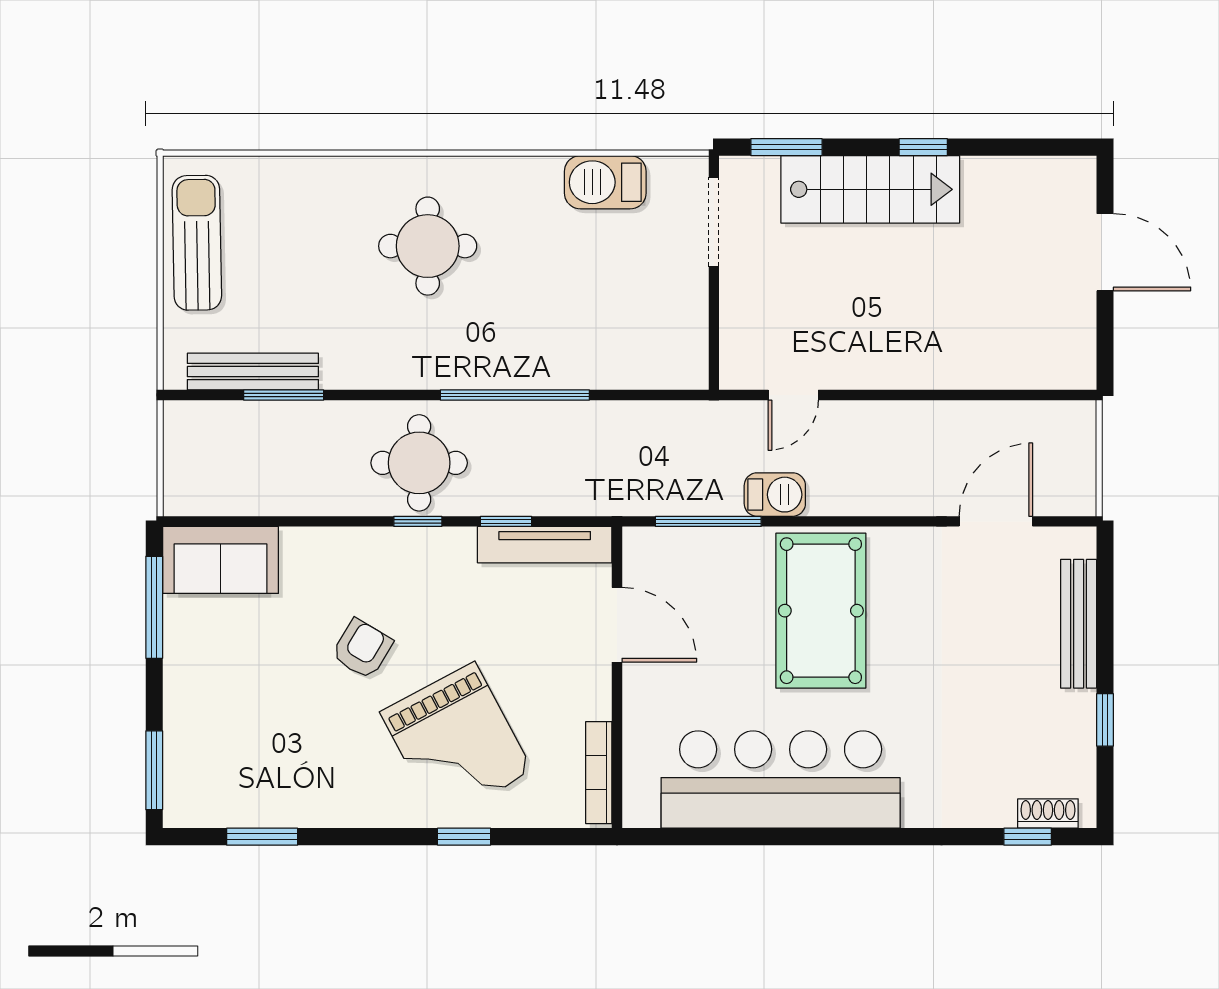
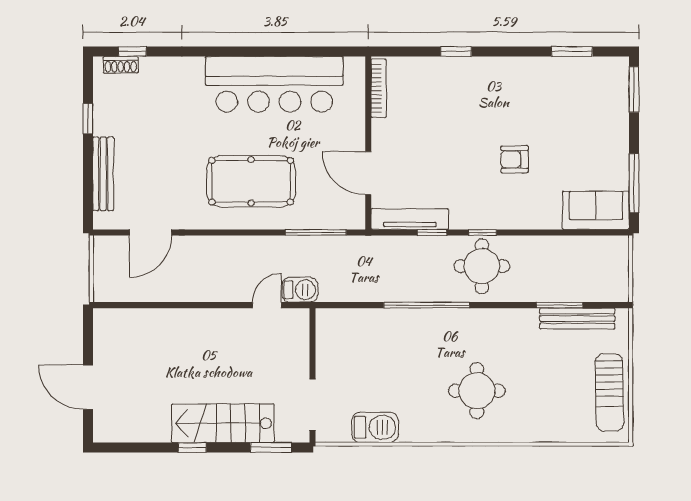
barbecue: (775, 495) -> (300, 290), moved, turned 180
pool table: (821, 611) -> (251, 181), turned 90
armchair: (362, 649) -> (515, 159), turned 59
grand piano: (456, 742) -> (460, 106), removed

